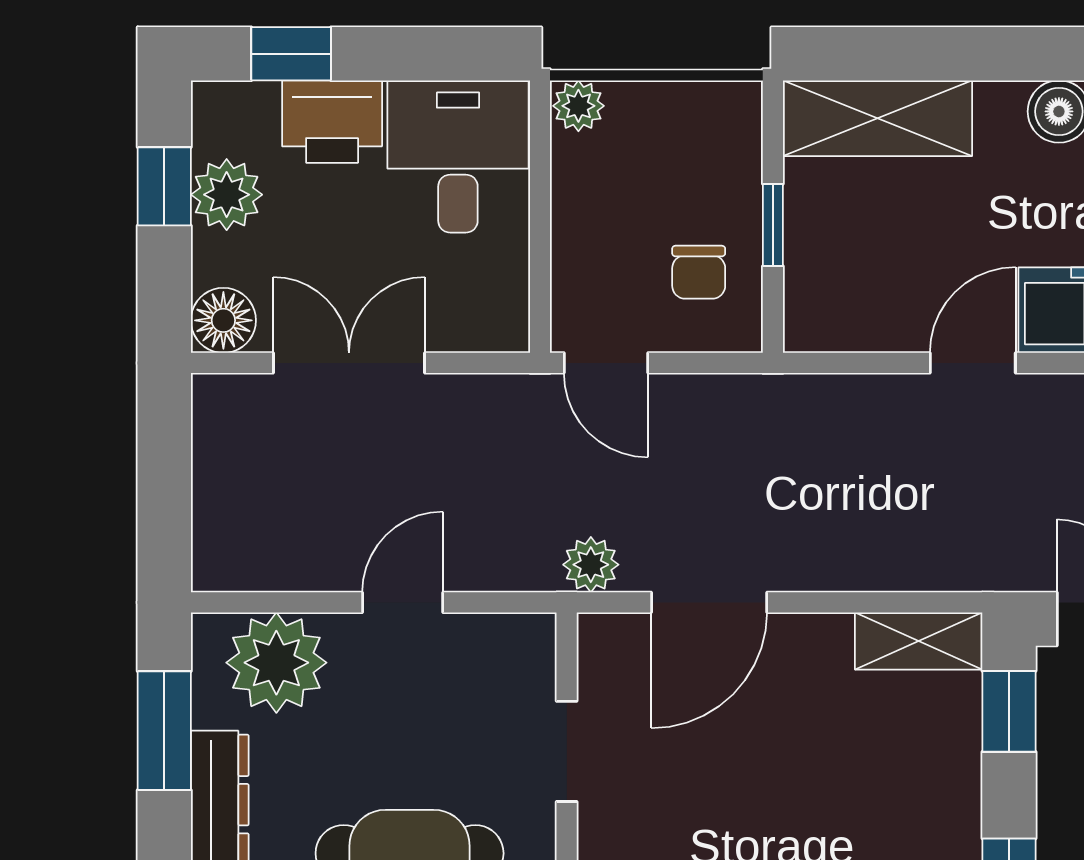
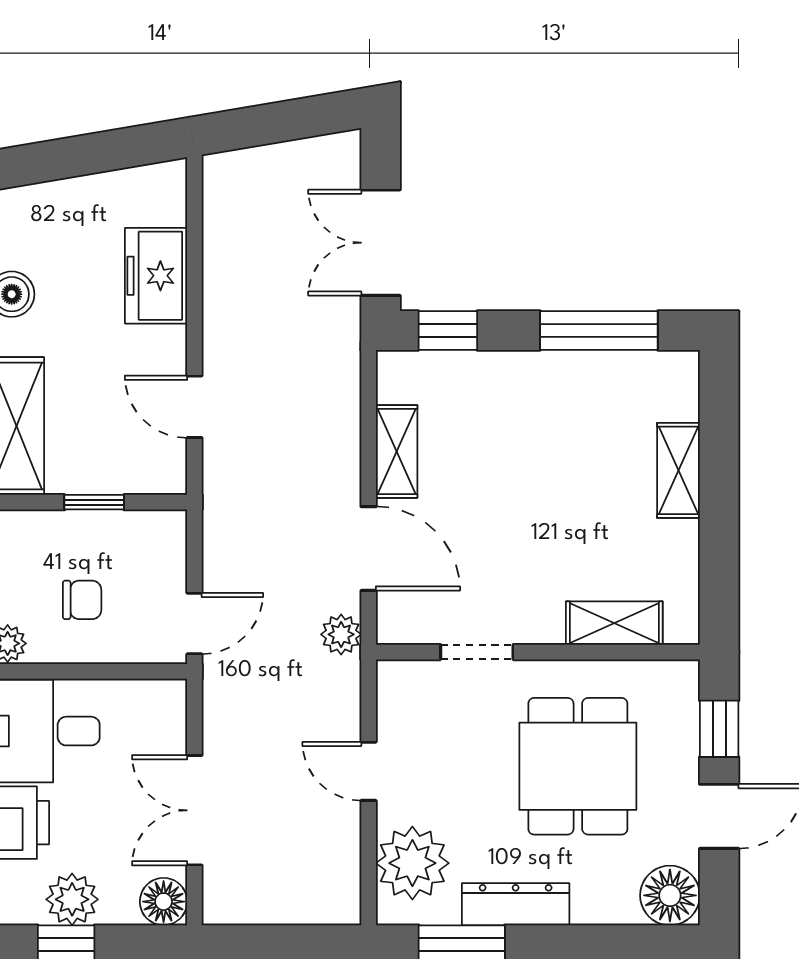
chair: (699, 272) -> (82, 600), moved
door: (973, 363) -> (194, 407), moved
shelving: (919, 641) -> (397, 452), moved

